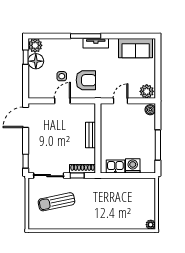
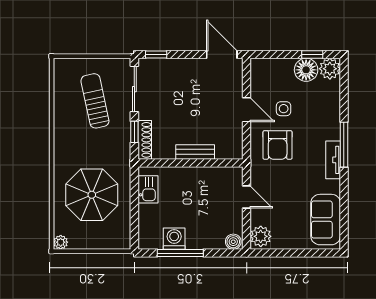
washing machine: (133, 166) -> (174, 239), moved, turned -90
parasol: (119, 204) -> (92, 195), added

